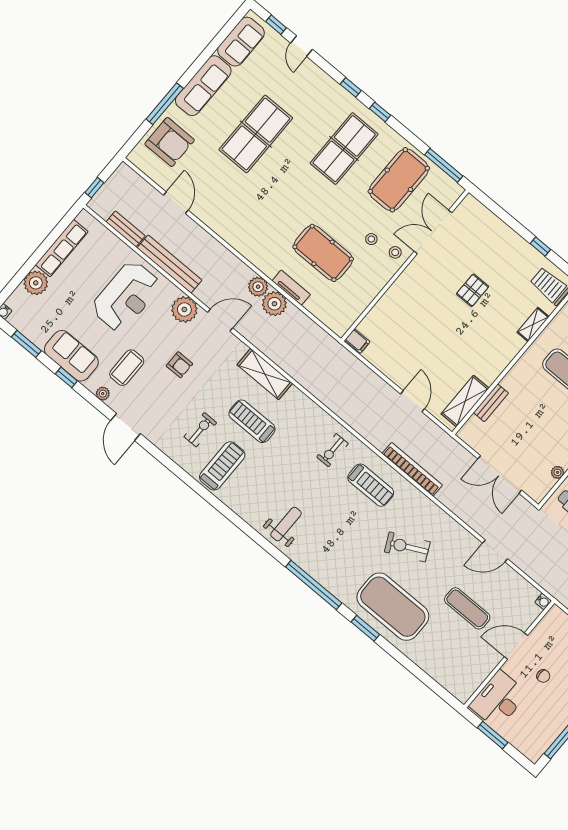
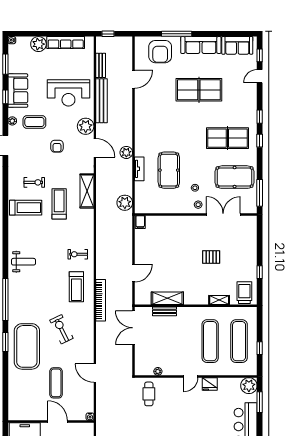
plant: (274, 304) -> (125, 203), moved
shelving: (465, 401) -> (167, 298), moved
double door: (500, 474) -> (134, 328), moved

